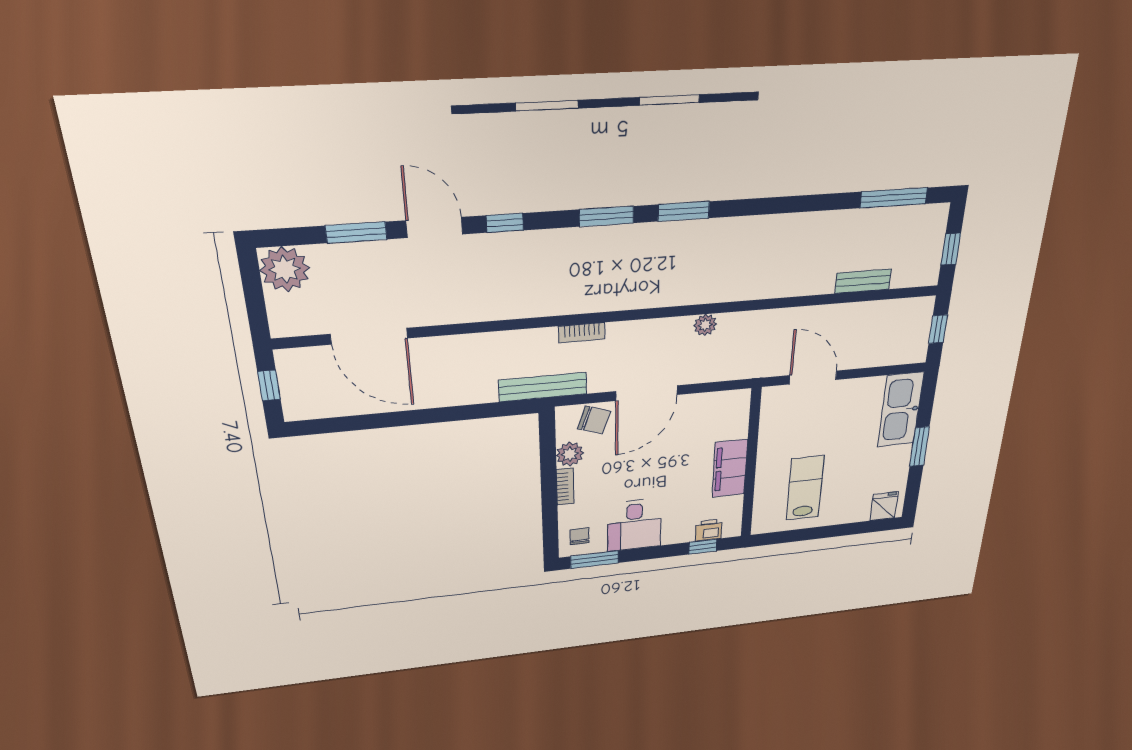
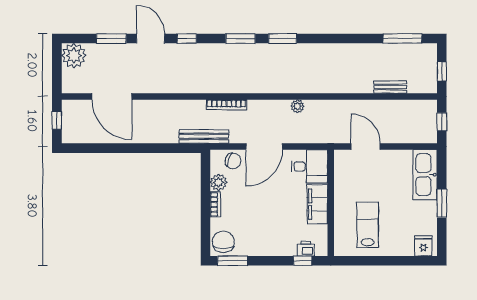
bookcase: (582, 333) -> (227, 105), width x1.56
desk: (634, 525) -> (309, 166), moved, turned -90
chair: (579, 536) -> (223, 242), width x1.87, depth x1.87

